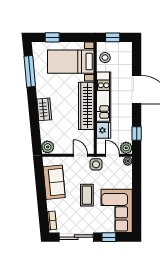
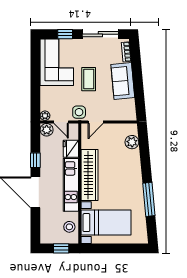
window: (52, 37) -> (126, 248), removed
window: (30, 71) -> (149, 199), moved
wardrobe: (44, 109) -> (135, 171), removed
window: (137, 133) -> (35, 160), moved
plant: (48, 147) -> (132, 142), moved
door: (80, 155) -> (96, 122), hinge flipped
sofa: (54, 182) -> (123, 81), moved

